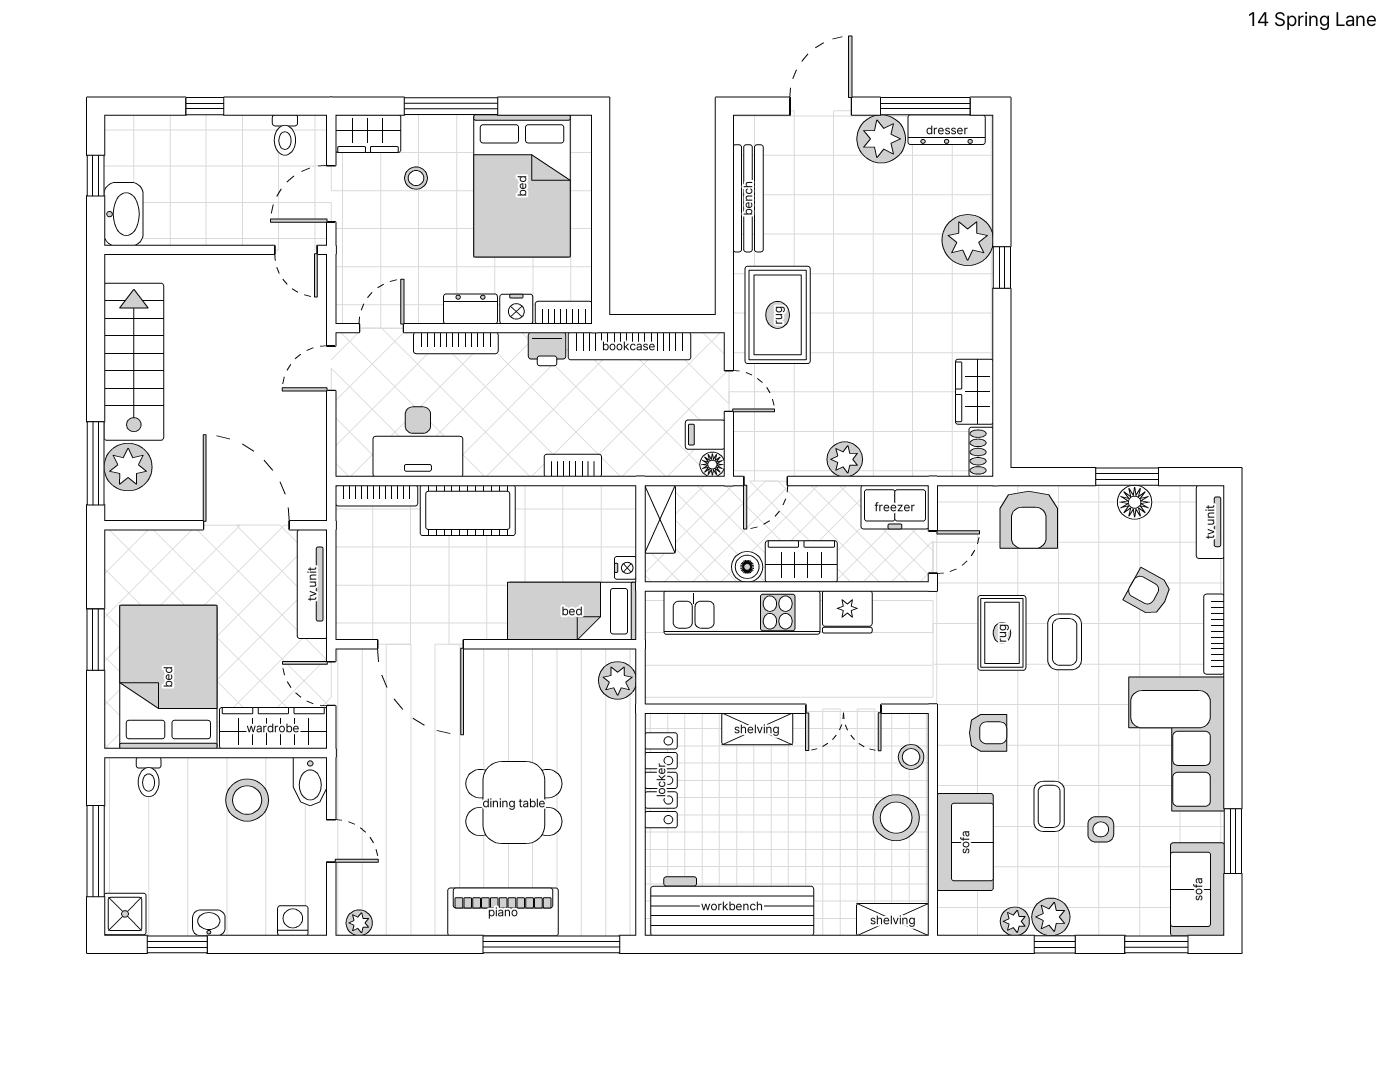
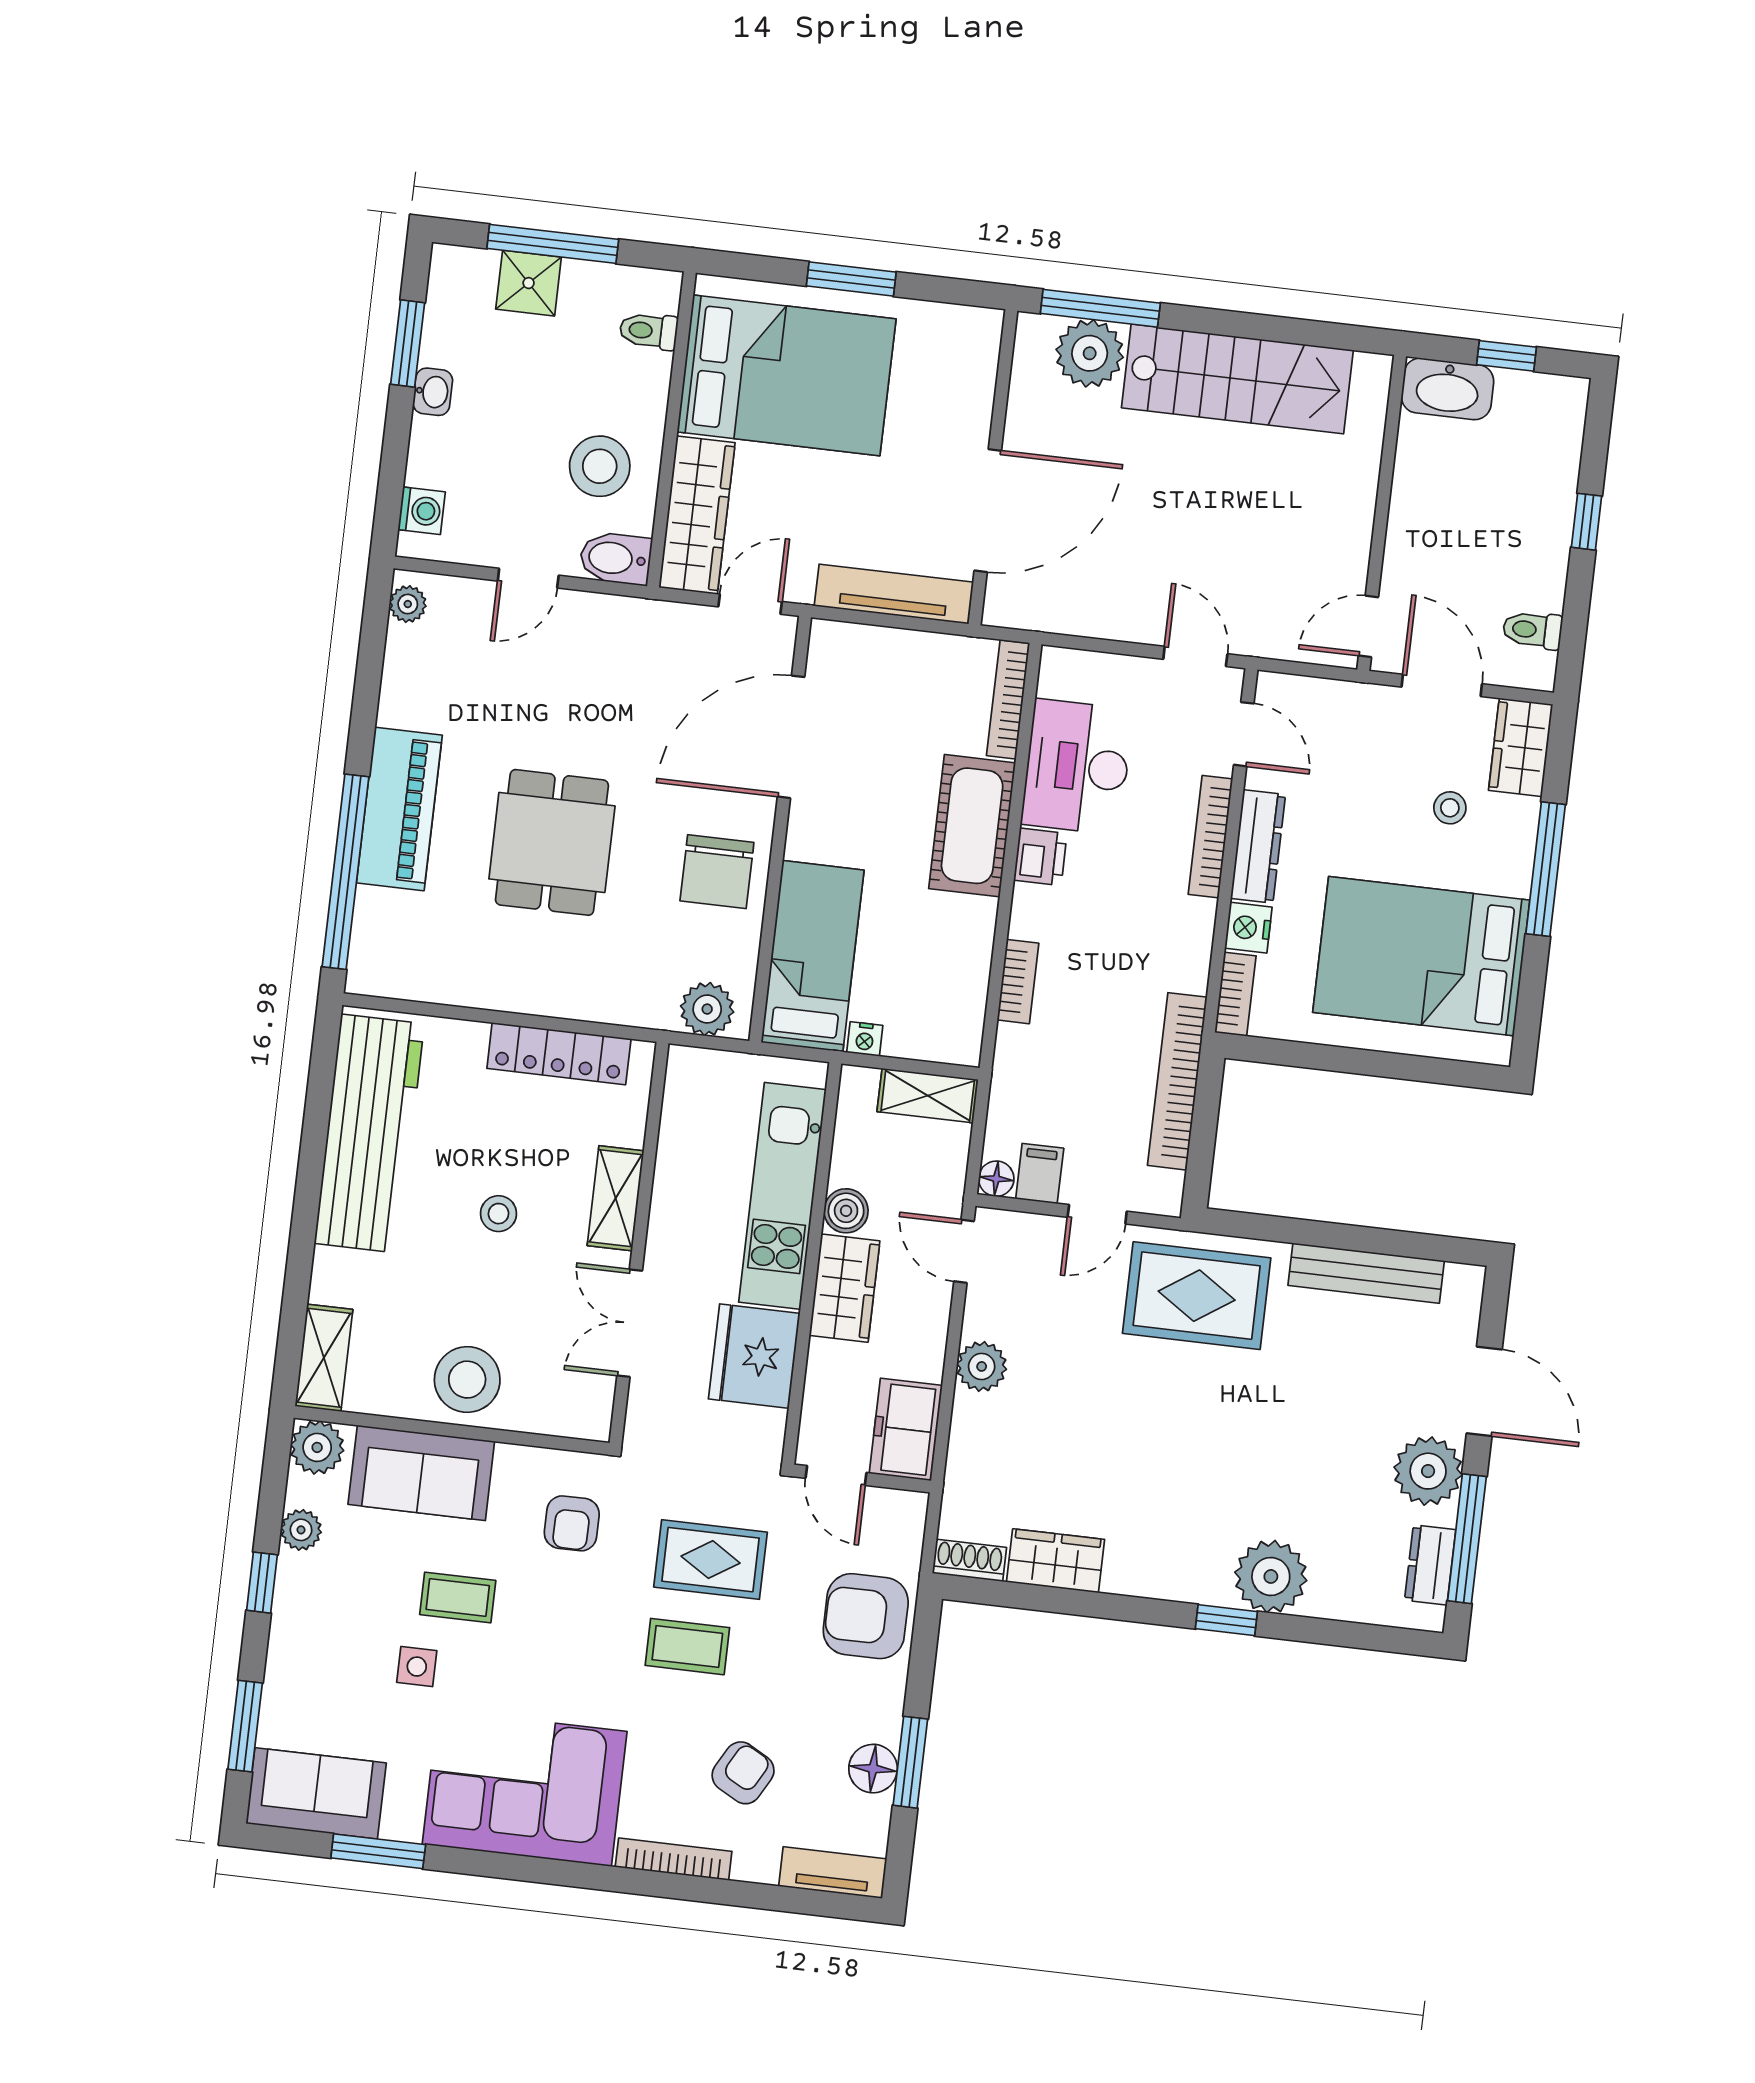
dresser: (947, 130) -> (1430, 1565), width x0.70
dresser: (470, 309) -> (1258, 846), width x1.44
printer: (547, 349) -> (1040, 857), moved, turned 180
fridge: (847, 612) -> (754, 1356), width x1.36, depth x1.34
chair: (521, 685) -> (717, 872), added
stool: (911, 757) -> (498, 1214), moved
shower: (125, 914) -> (529, 283), moved
plant: (1051, 917) -> (317, 1447), moved

